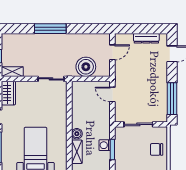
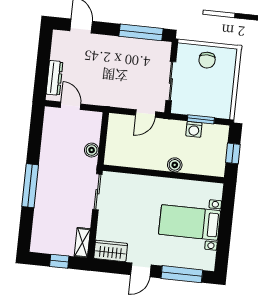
dresser: (146, 38) -> (54, 78), moved
boiler: (86, 67) -> (92, 150), width x0.54, depth x0.54
door: (112, 94) -> (146, 114), moved
shelving: (77, 152) -> (199, 167), removed

